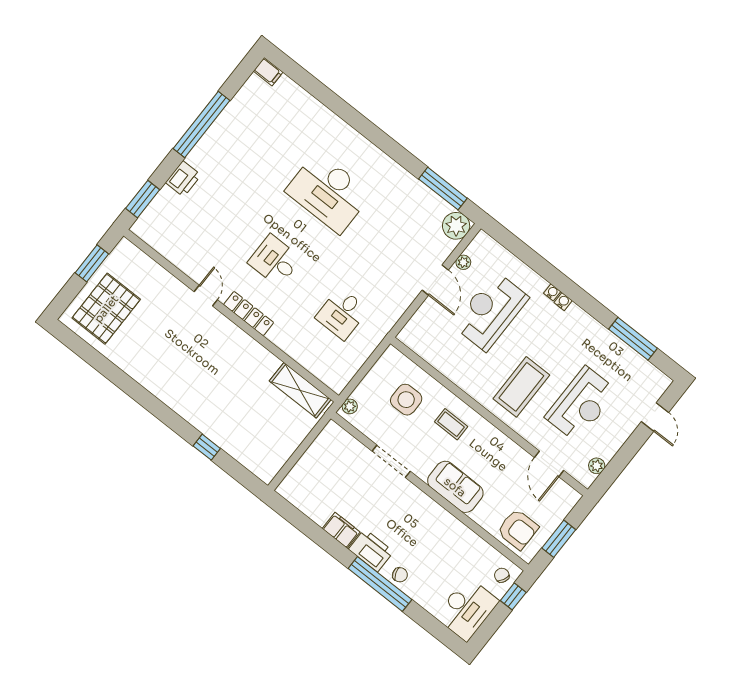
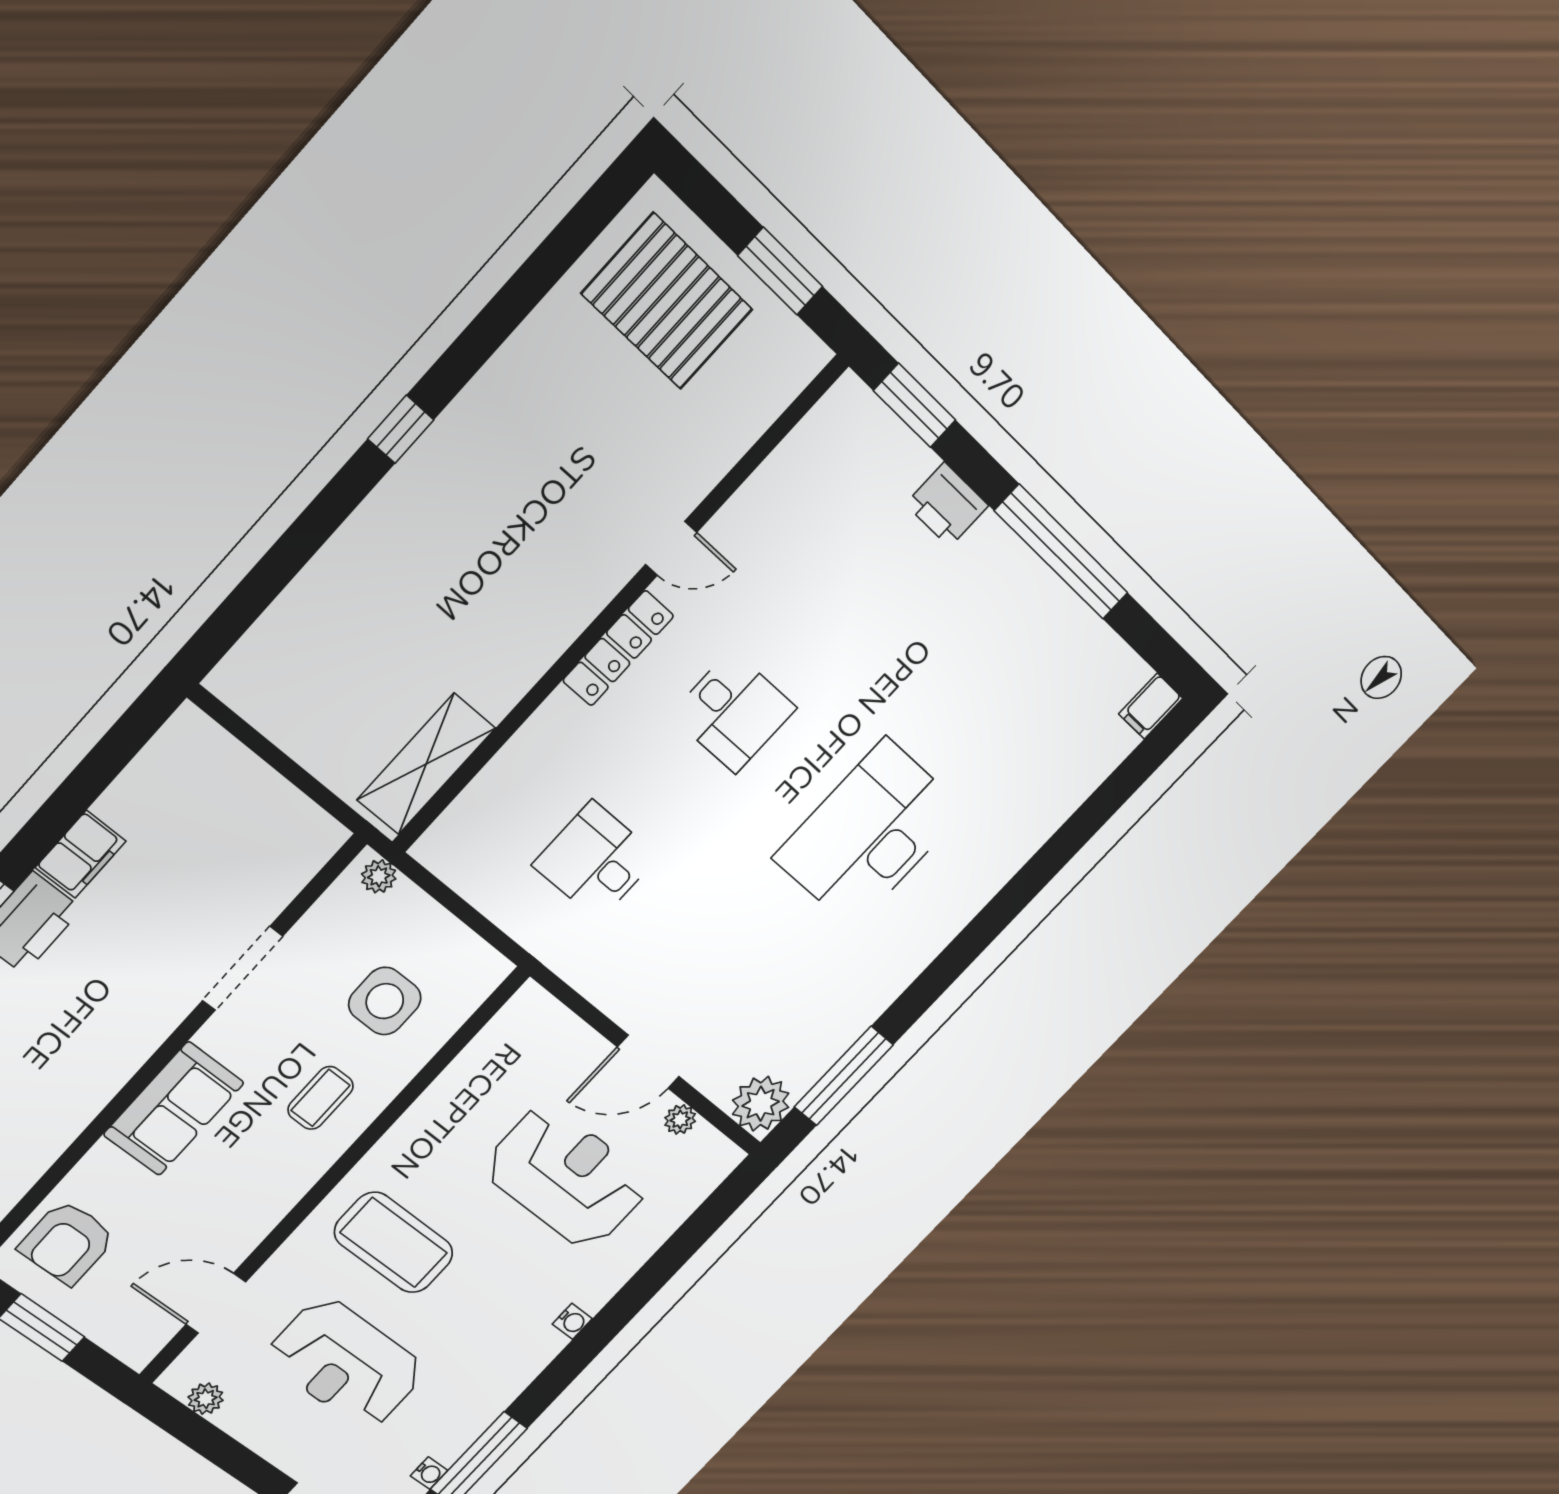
desk: (275, 261) -> (733, 712), turned 90
water cooler: (552, 292) -> (429, 1473), moved
window: (207, 447) -> (401, 429), moved

